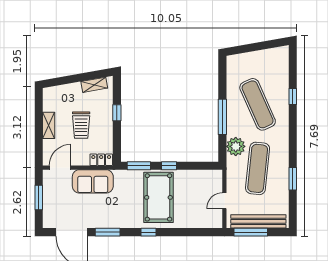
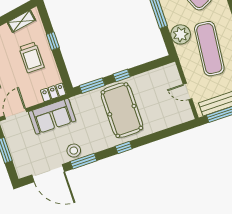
trolley: (81, 125) -> (32, 57), moved
door: (224, 201) -> (188, 91), hinge flipped
stool: (102, 219) -> (74, 151), added

